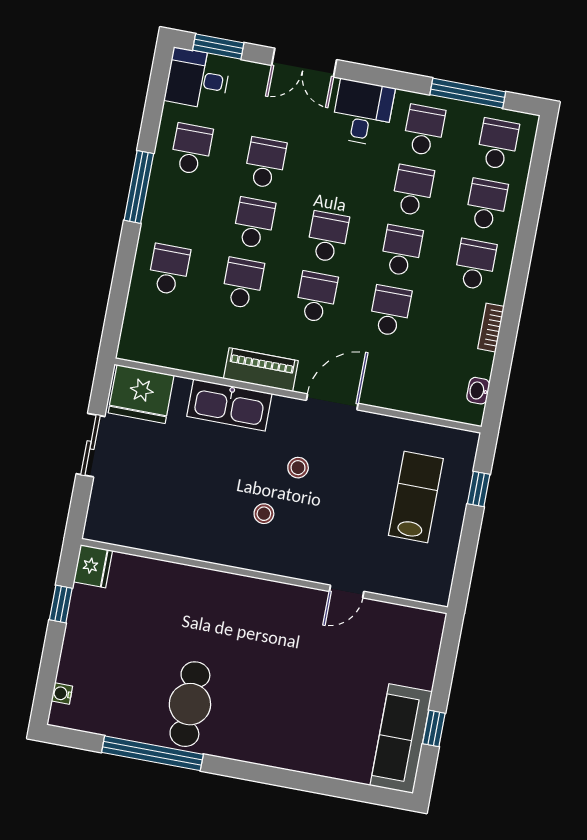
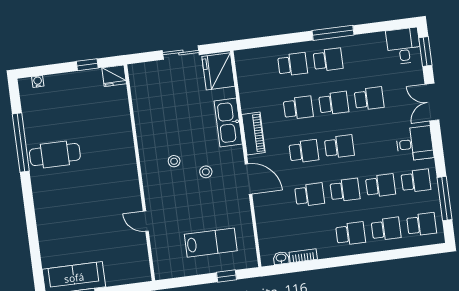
school desk: (191, 149) -> (328, 60), moved
bookcase: (491, 328) -> (303, 256), moved

